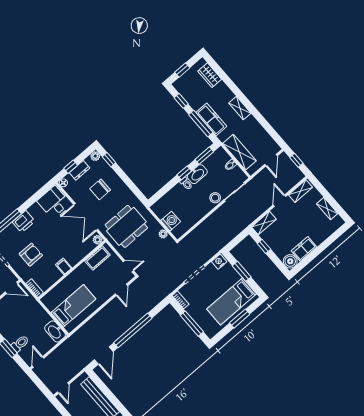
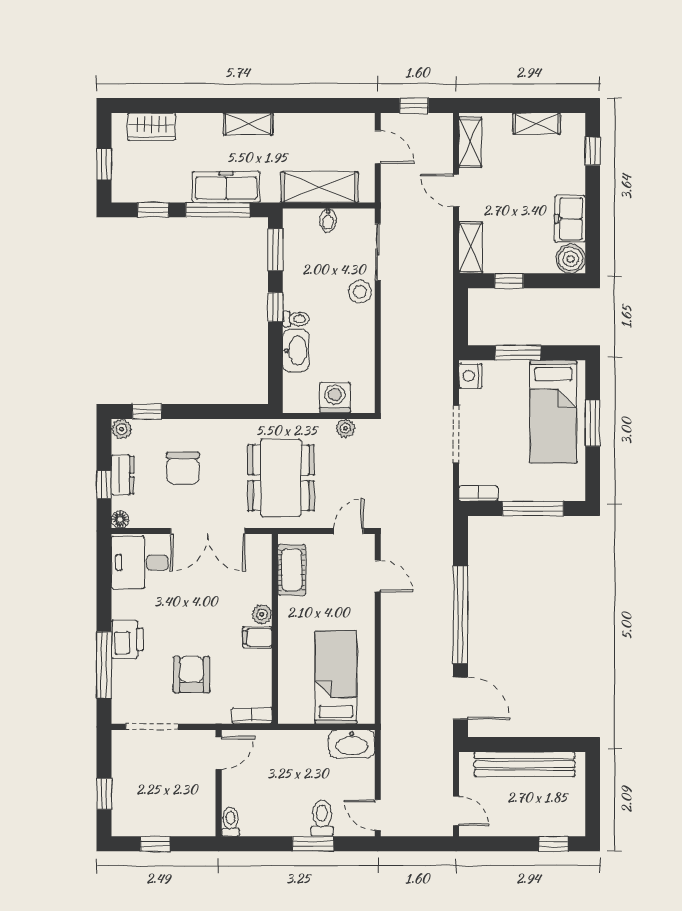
washbasin: (197, 174) -> (296, 350), moved
window: (334, 236) -> (593, 151), added
plant: (98, 240) -> (262, 614), moved

